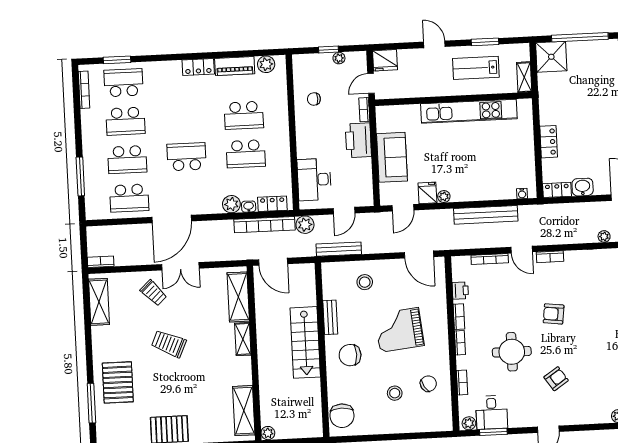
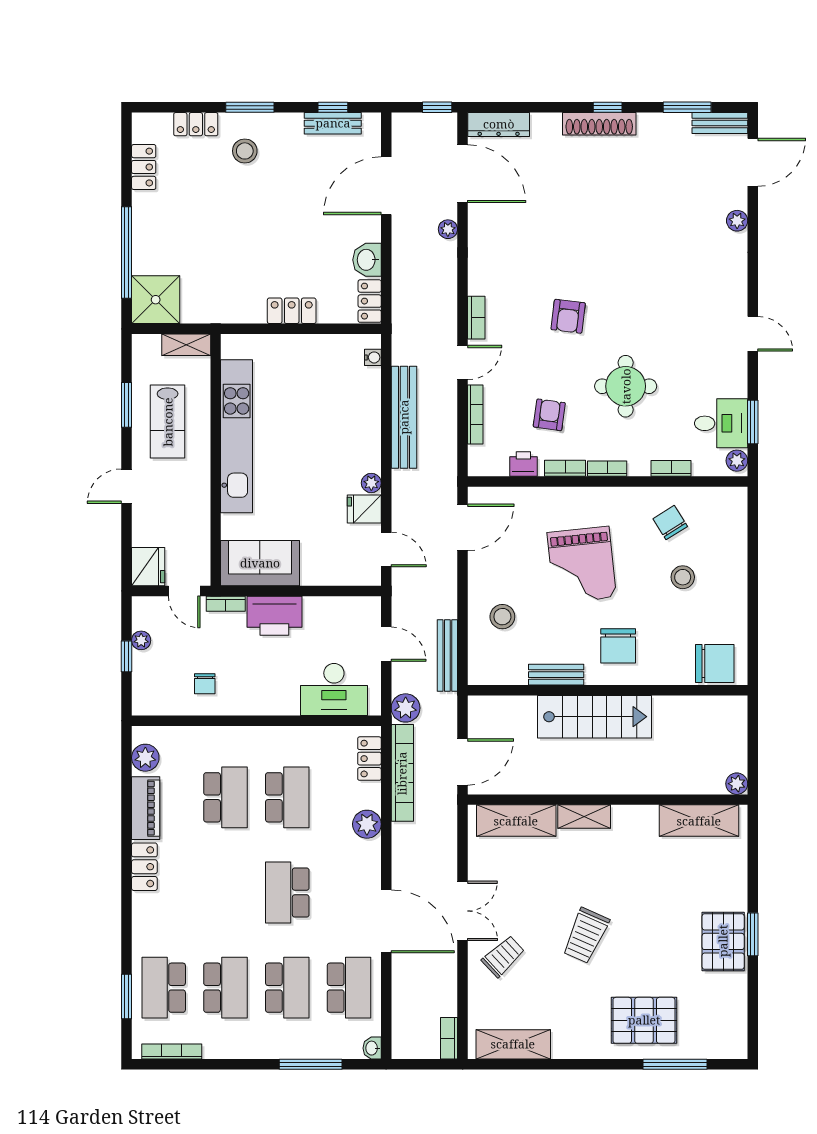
sofa: (392, 157) -> (260, 563), moved
washbasin: (249, 207) -> (372, 1048), moved
armchair: (556, 379) -> (549, 415), moved, turned 42

